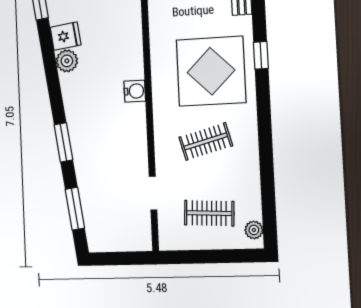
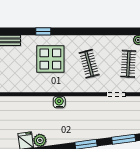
display table: (211, 71) -> (50, 59), width x0.73, depth x0.73

